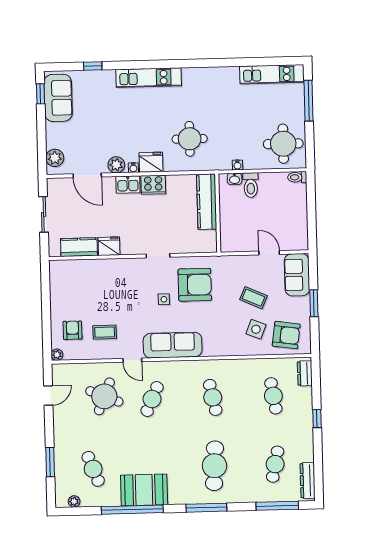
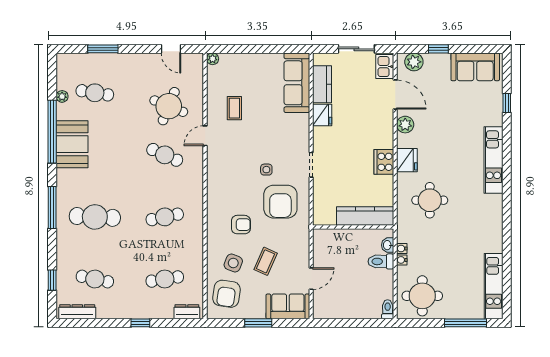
window: (40, 94) -> (438, 49), moved
water cooler: (133, 168) -> (402, 260), moved
door: (87, 175) -> (395, 95), swing flipped
kitchen sink: (128, 184) -> (385, 67), moved
armchair: (72, 330) -> (241, 225), moved
sofa: (173, 345) -> (297, 83), moved, turned 180
cafe table: (93, 469) -> (95, 93), turned 30
plant: (74, 501) -> (62, 96), moved
window: (277, 506) -> (52, 280), width x0.46

